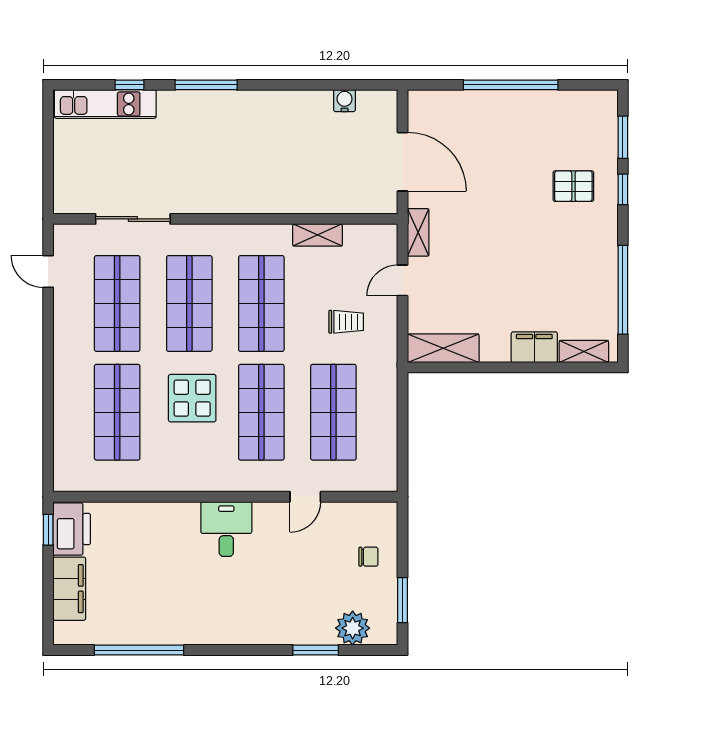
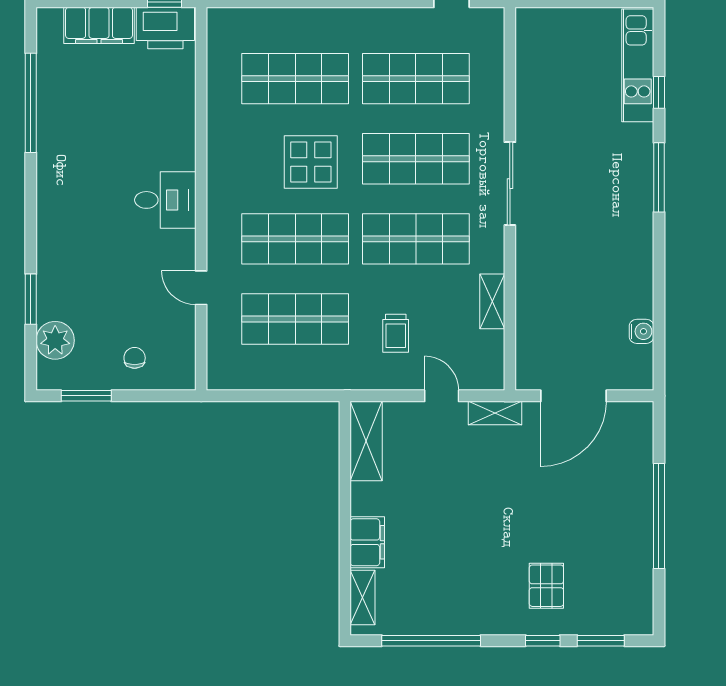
sliding door: (133, 219) -> (510, 184), moved
chair: (368, 557) -> (135, 358), turned 180

